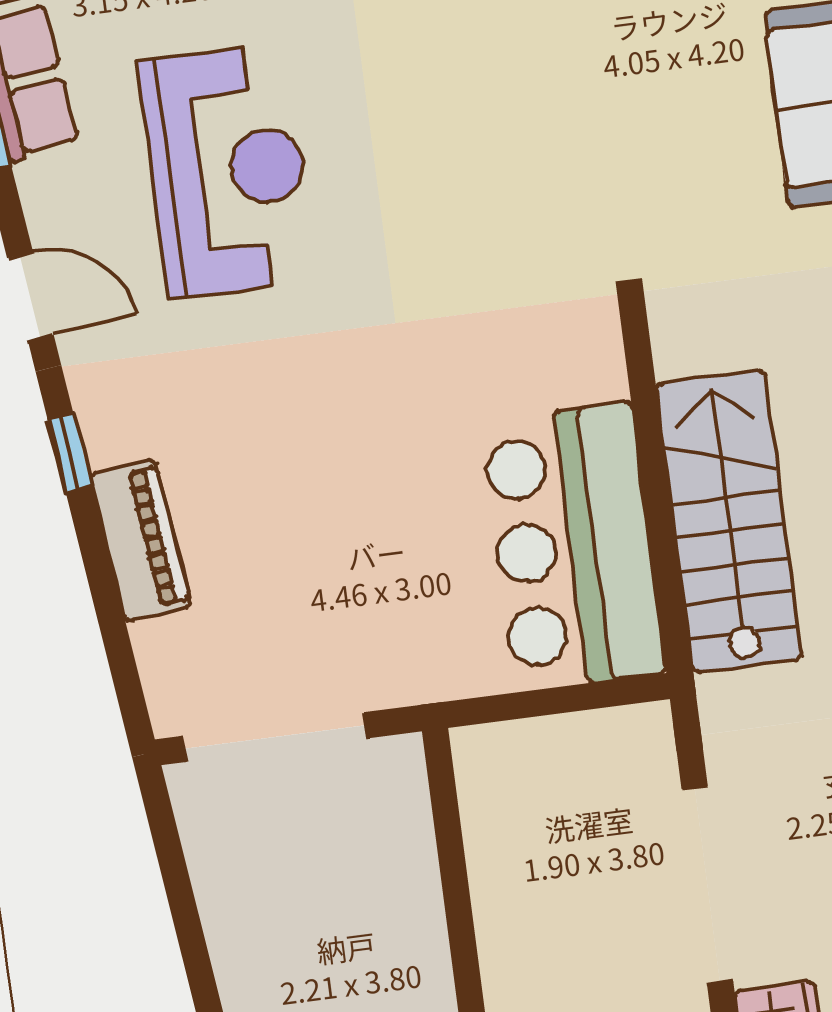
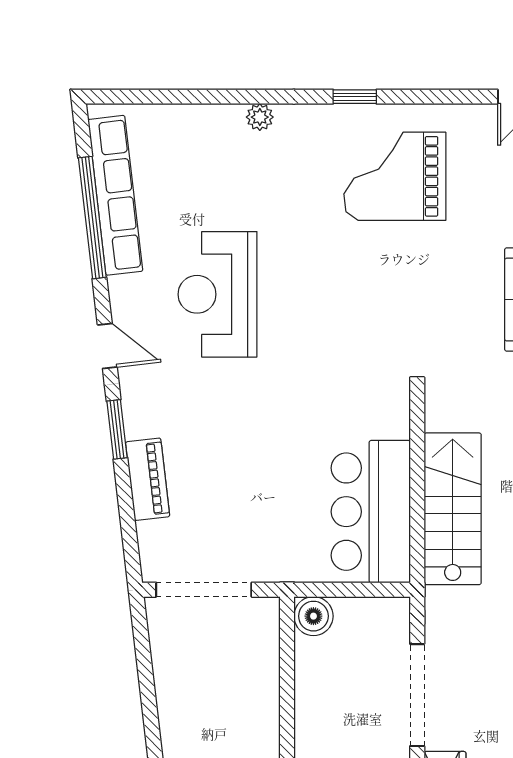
reception desk: (228, 171) -> (218, 294), turned 180
window: (70, 453) -> (117, 429), width x1.50
boiler: (490, 760) -> (313, 616), added

